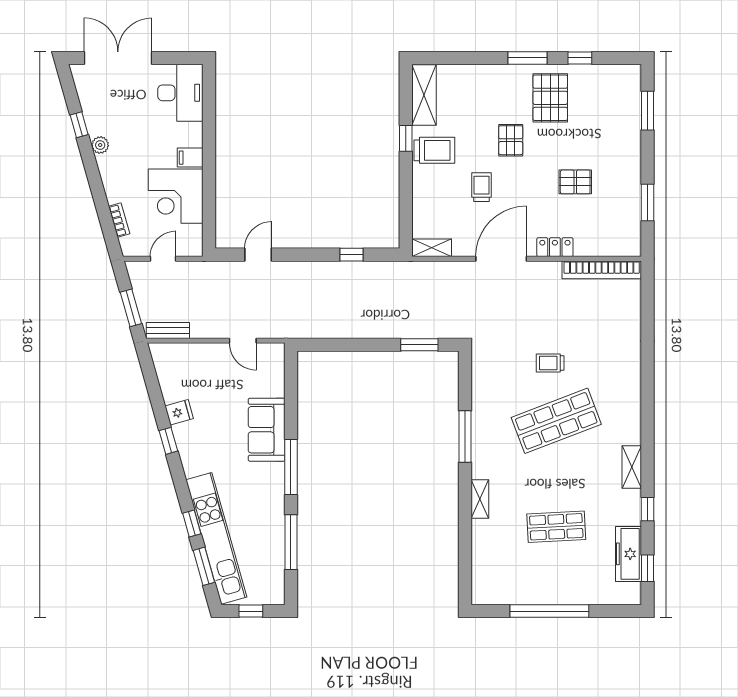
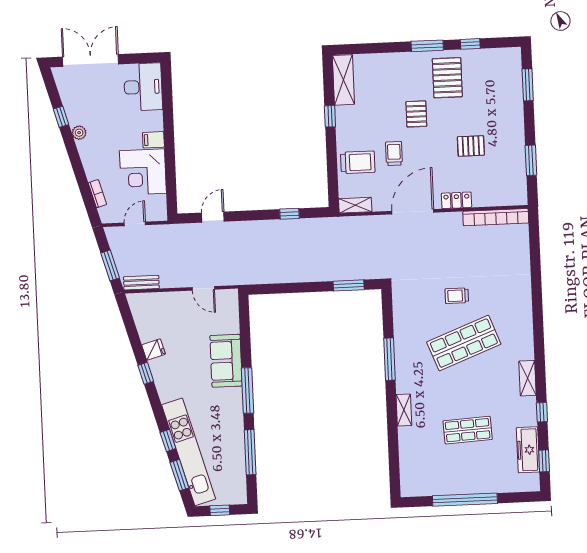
trolley: (434, 150) -> (358, 162), moved

